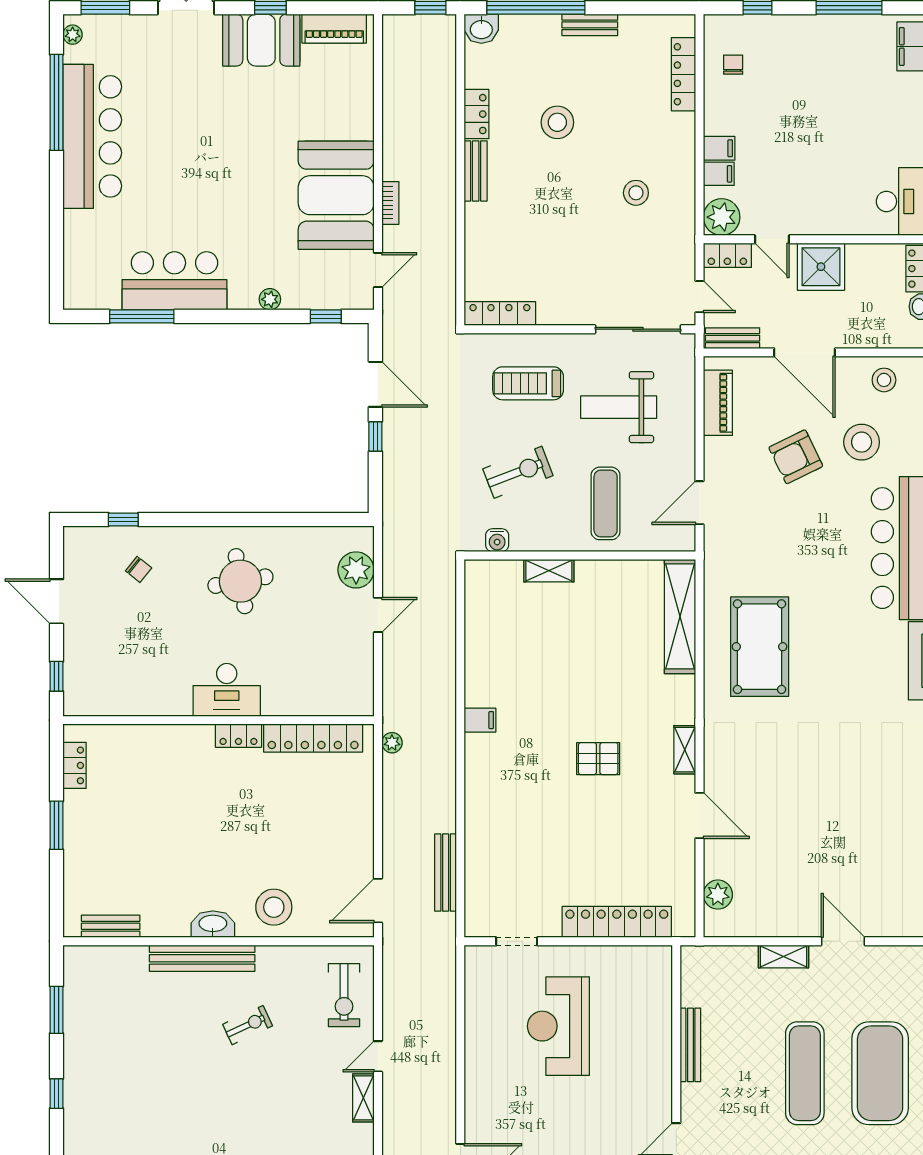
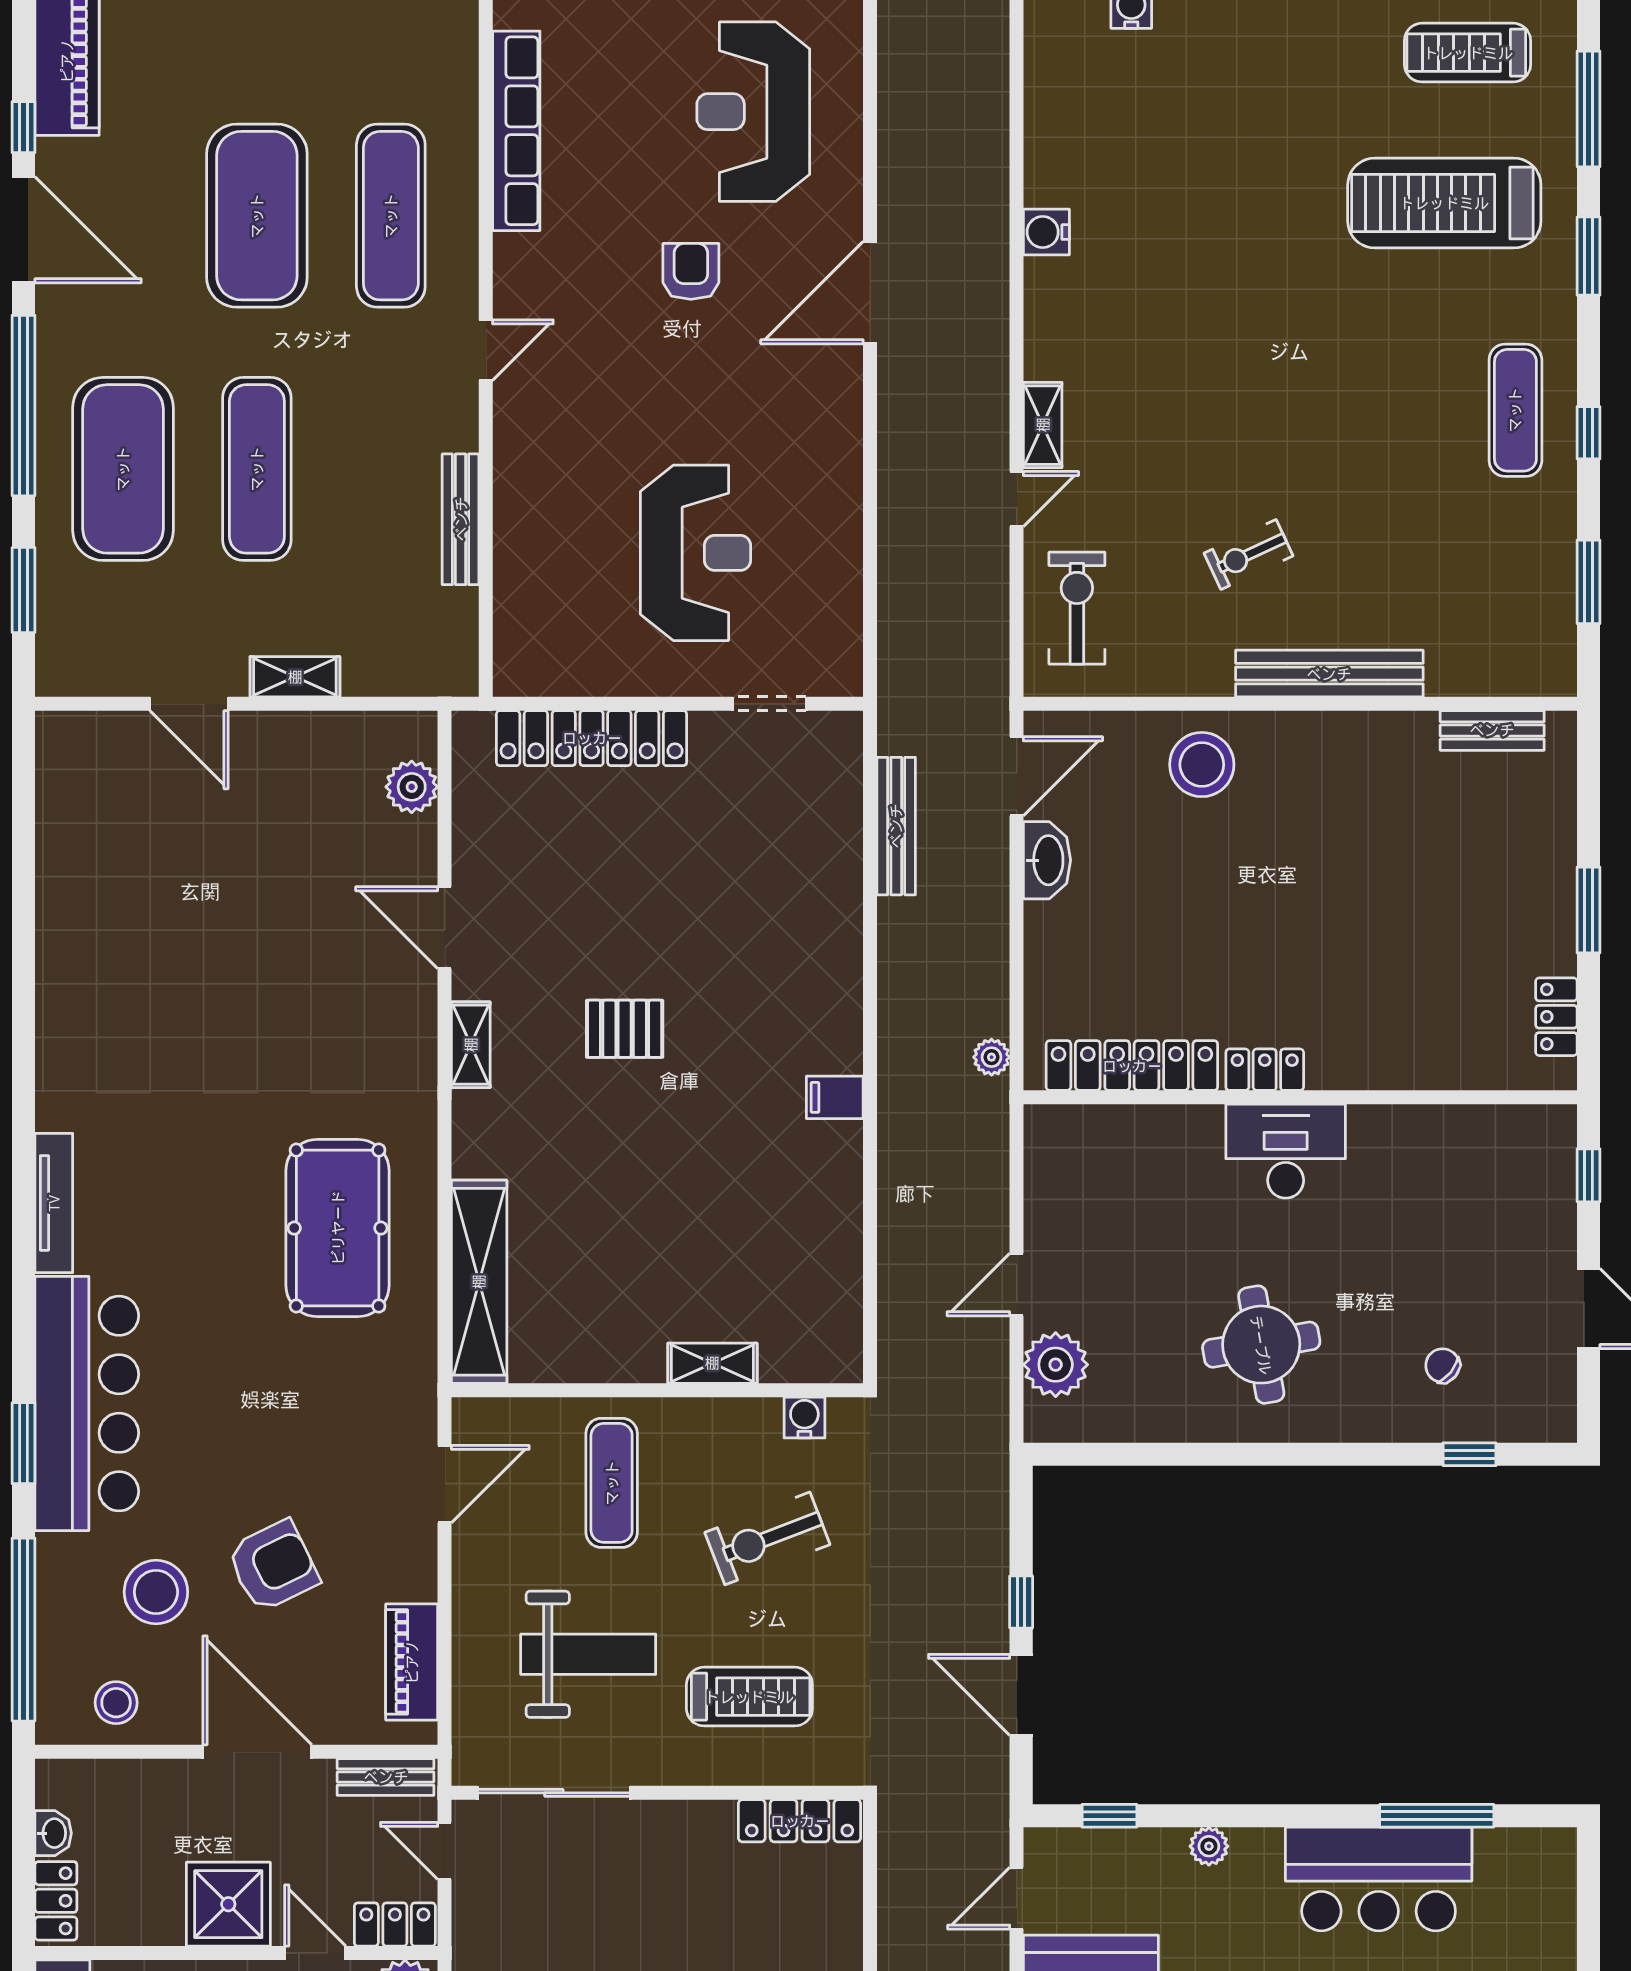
washbasin: (213, 924) -> (1047, 860), moved, turned -90
exercise mat: (98, 1106) -> (1515, 410), added

